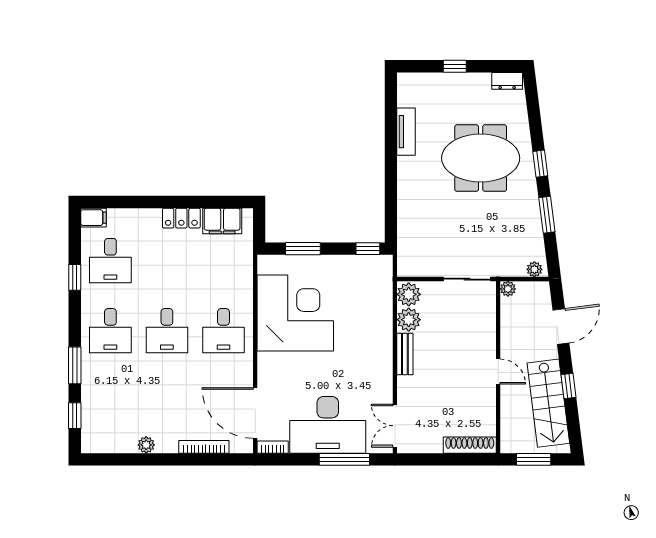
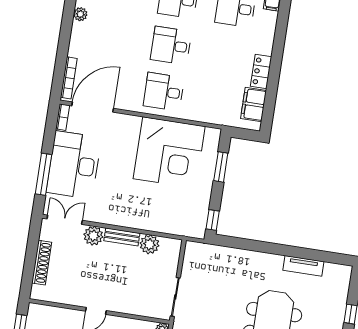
plant: (409, 294) -> (93, 236), moved
shoe rack: (470, 445) -> (42, 263), moved
bookcase: (204, 447) -> (69, 78), moved

